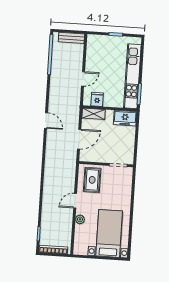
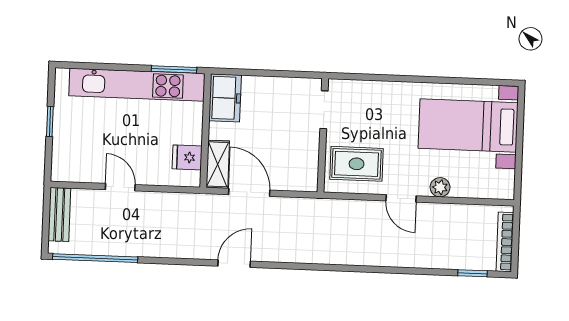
door: (83, 79) -> (120, 187), moved
door: (79, 139) -> (249, 192), moved

